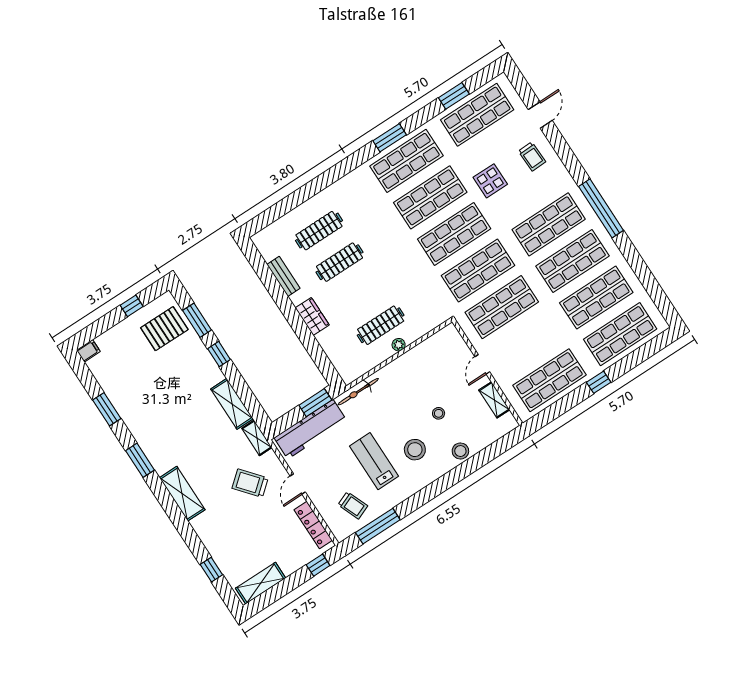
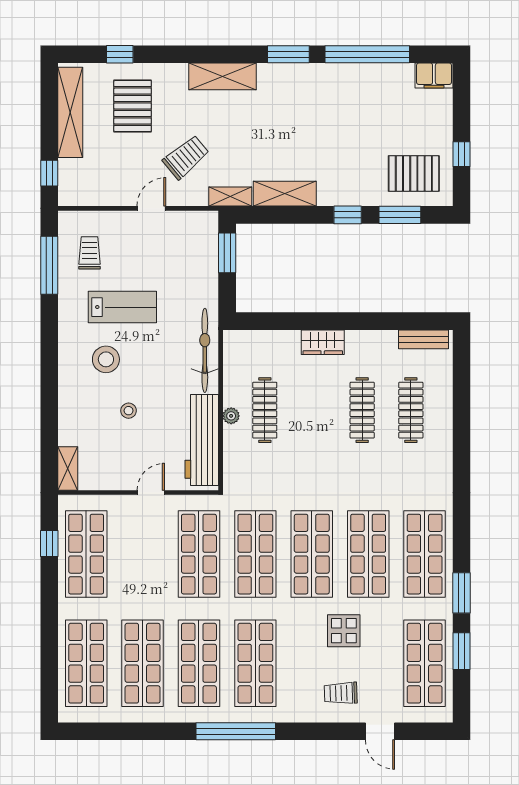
window: (390, 138) -> (461, 593), moved
bench: (283, 276) -> (423, 339), moved
pallet: (164, 329) -> (414, 173), turned 90
filing cabinet: (88, 351) -> (434, 76), width x2.00
door: (482, 364) -> (151, 493), hinge flipped
window: (599, 382) -> (49, 544), moved
bicycle: (358, 392) -> (205, 350), width x1.37, depth x1.40
shelving: (494, 400) -> (68, 469), moved, turned 90
window: (315, 403) -> (227, 253), moved
window: (107, 409) -> (367, 54), width x2.11
workbench: (310, 429) -> (202, 440), moved
stool: (460, 451) -> (72, 408), removed
door: (298, 484) -> (151, 208), hinge flipped
trolley: (353, 505) -> (89, 253), turned 112
locker: (313, 525) -> (96, 196), removed
pallet: (239, 539) -> (133, 106), added
shelving: (261, 583) -> (70, 112), width x1.47

